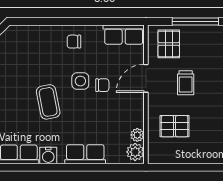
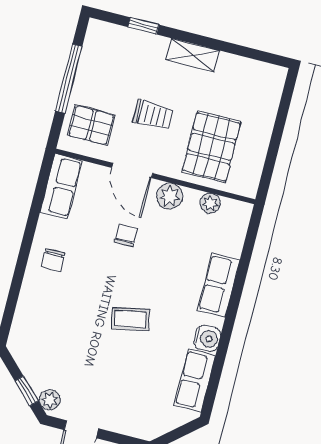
side table: (80, 81) -> (112, 265), removed
coffee table: (48, 102) -> (130, 319), width x0.73, depth x0.77
pallet: (175, 126) -> (211, 147), width x1.50, depth x1.42
plant: (135, 152) -> (170, 196), moved

